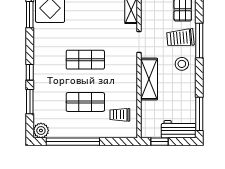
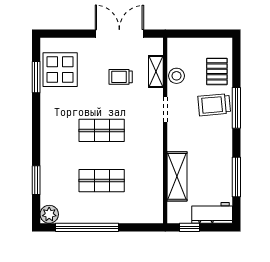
stool: (182, 64) -> (176, 76), moved
window: (30, 72) -> (36, 145), removed
shelving: (149, 79) -> (177, 176), moved
window: (199, 114) -> (236, 177), moved
trolley: (120, 115) -> (121, 77), moved

